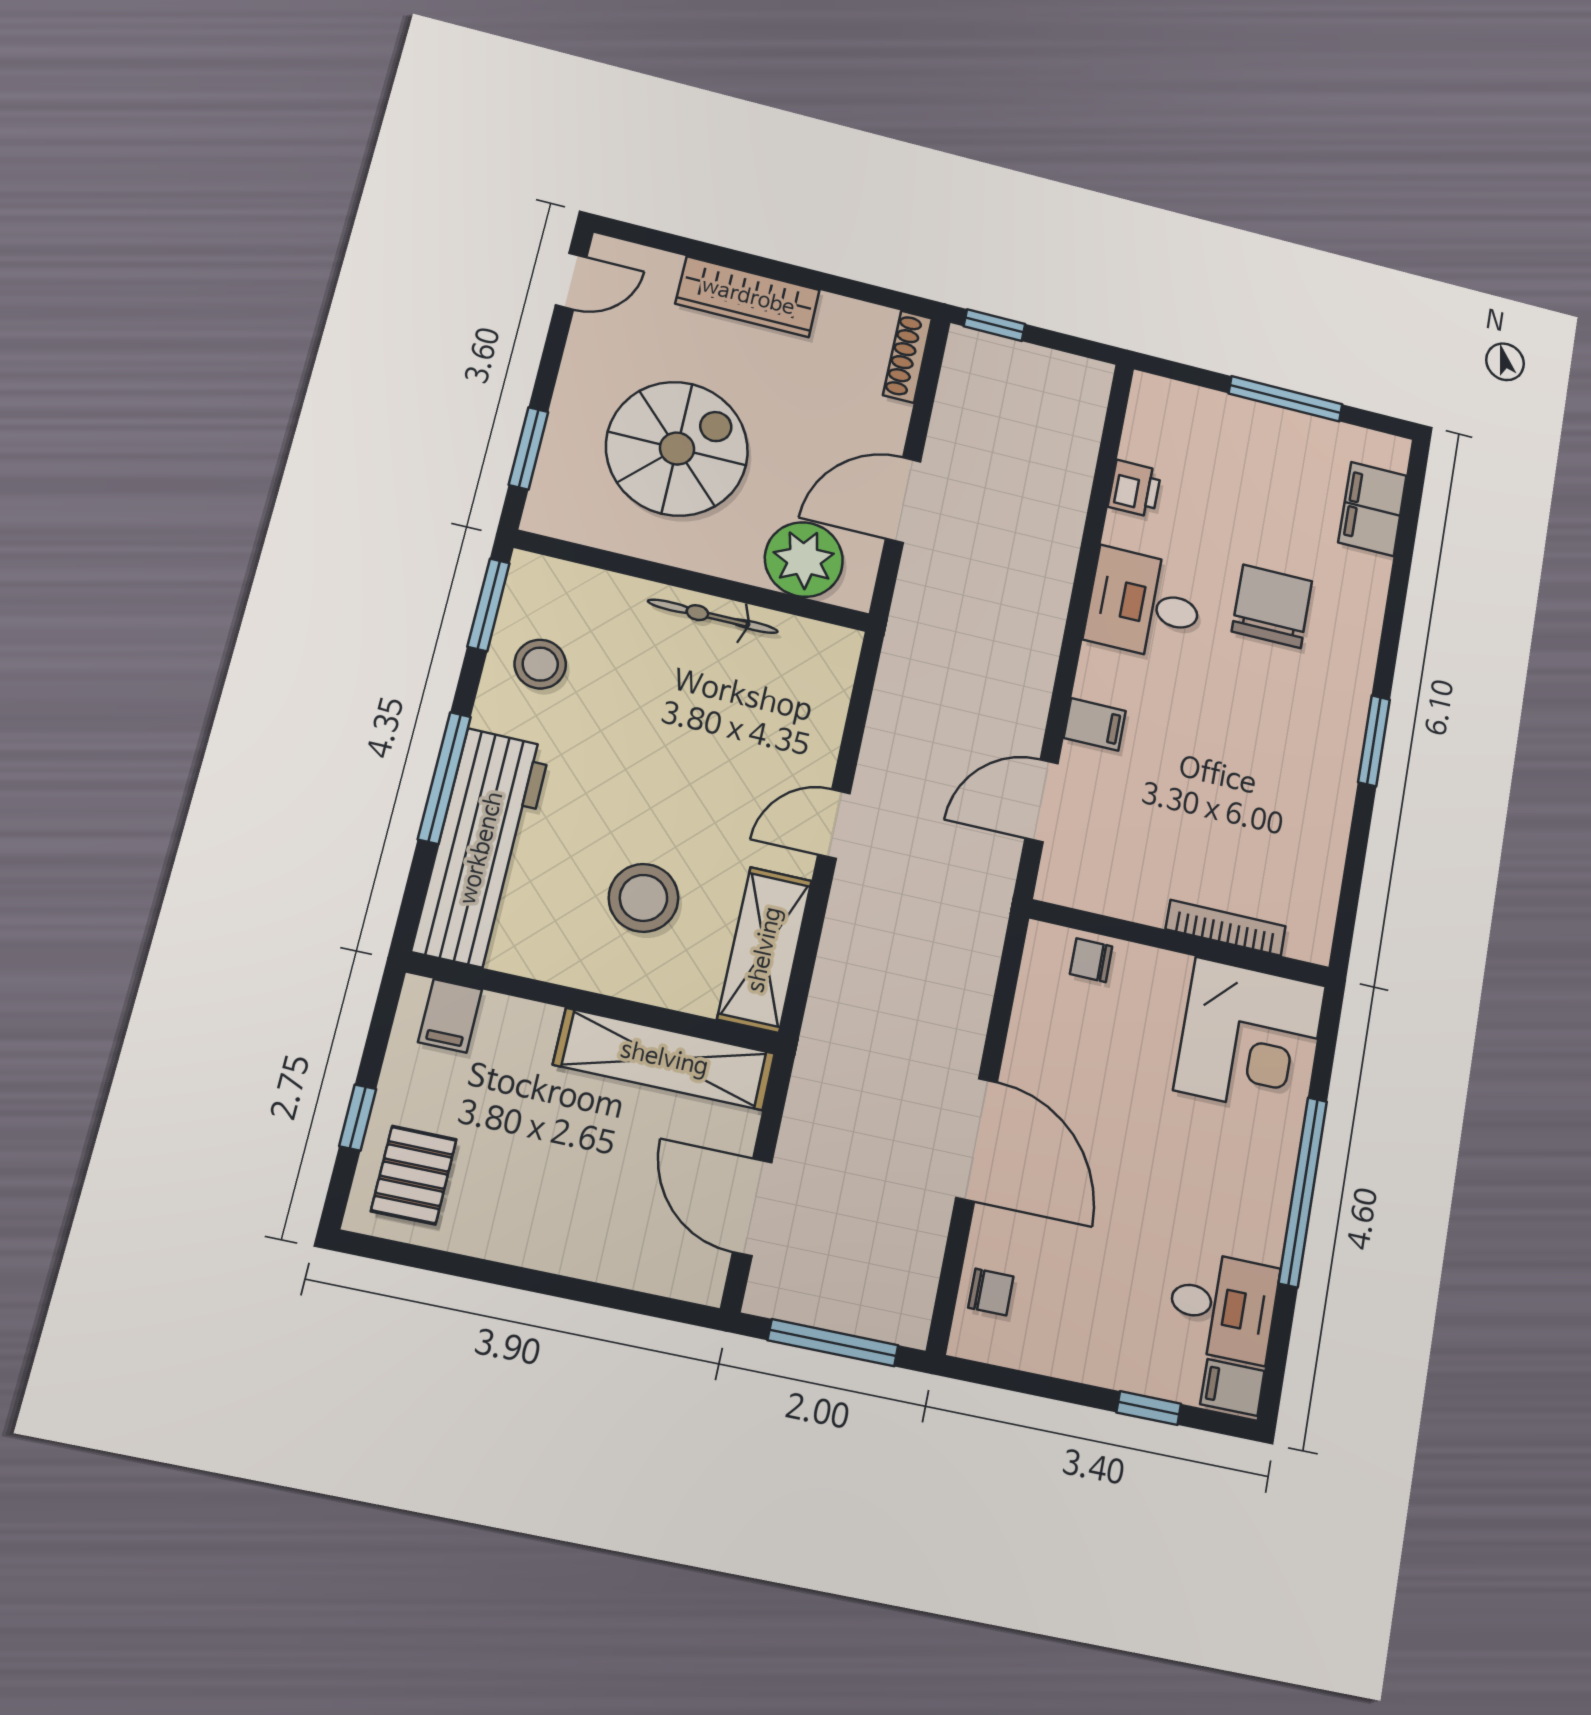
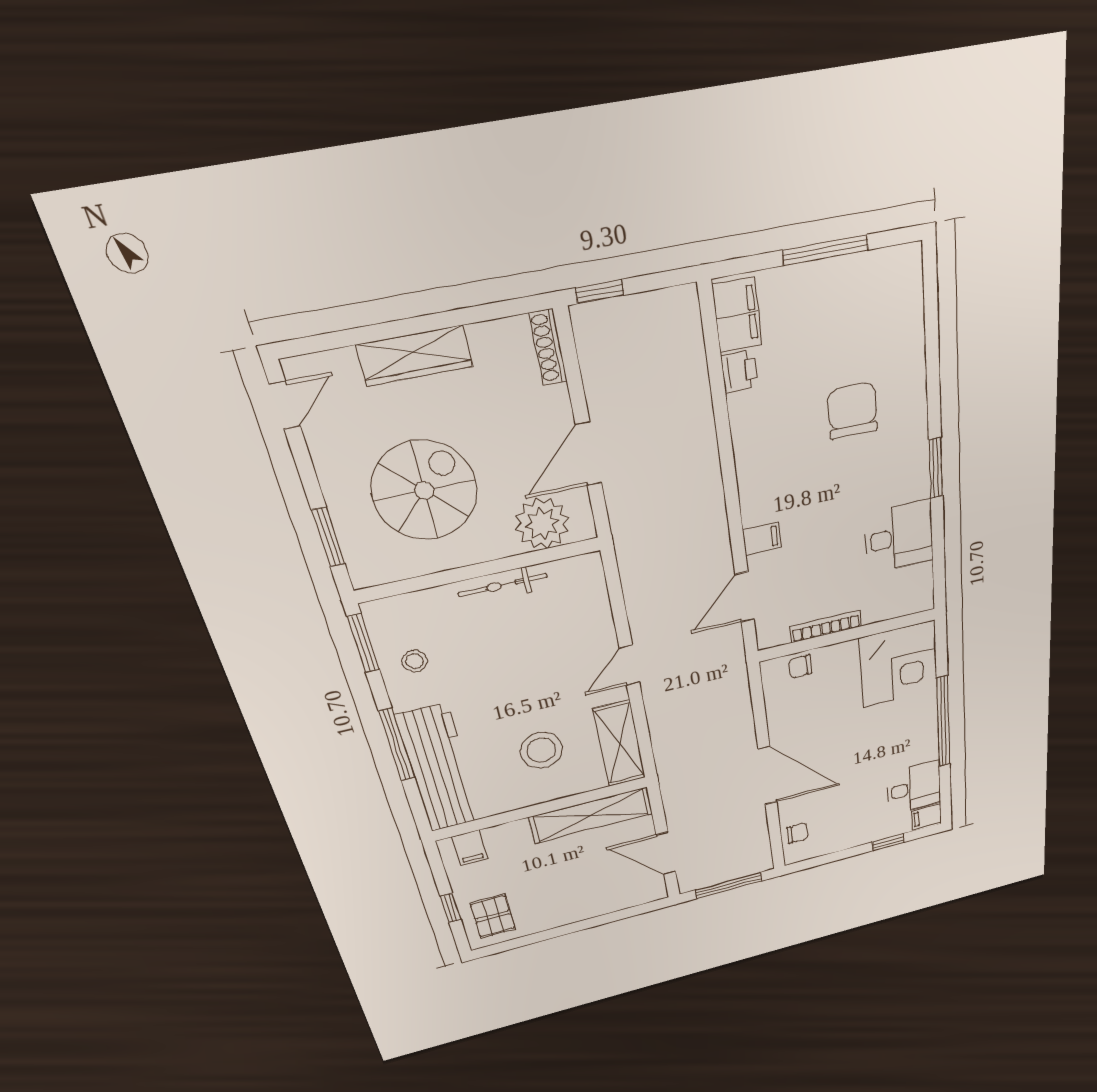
filing cabinet: (1372, 509) -> (737, 315), moved, turned 180
desk: (1144, 605) -> (899, 537), moved, turned 180
stool: (540, 664) -> (415, 661), width x0.73, depth x0.73
bookcase: (1226, 928) -> (826, 626), moved

